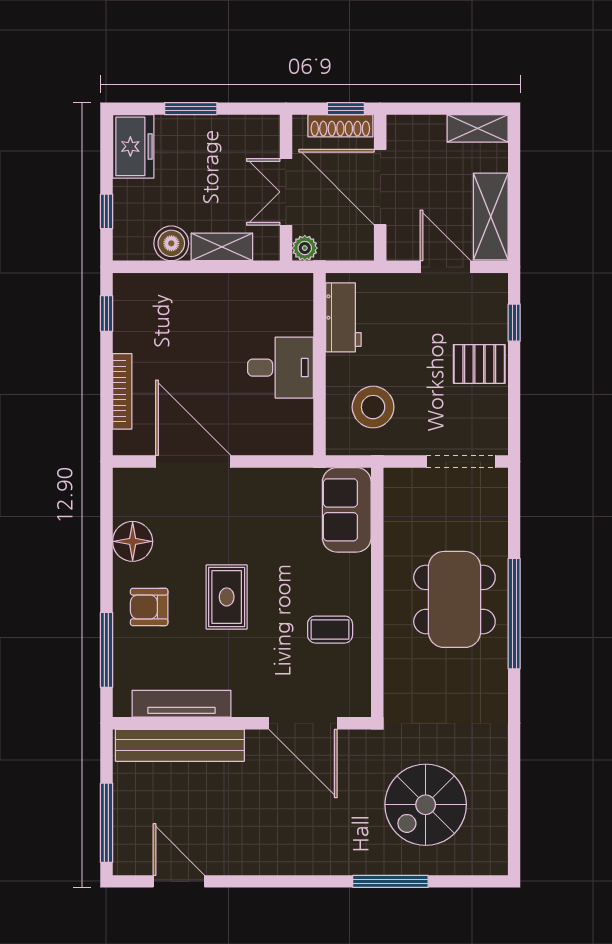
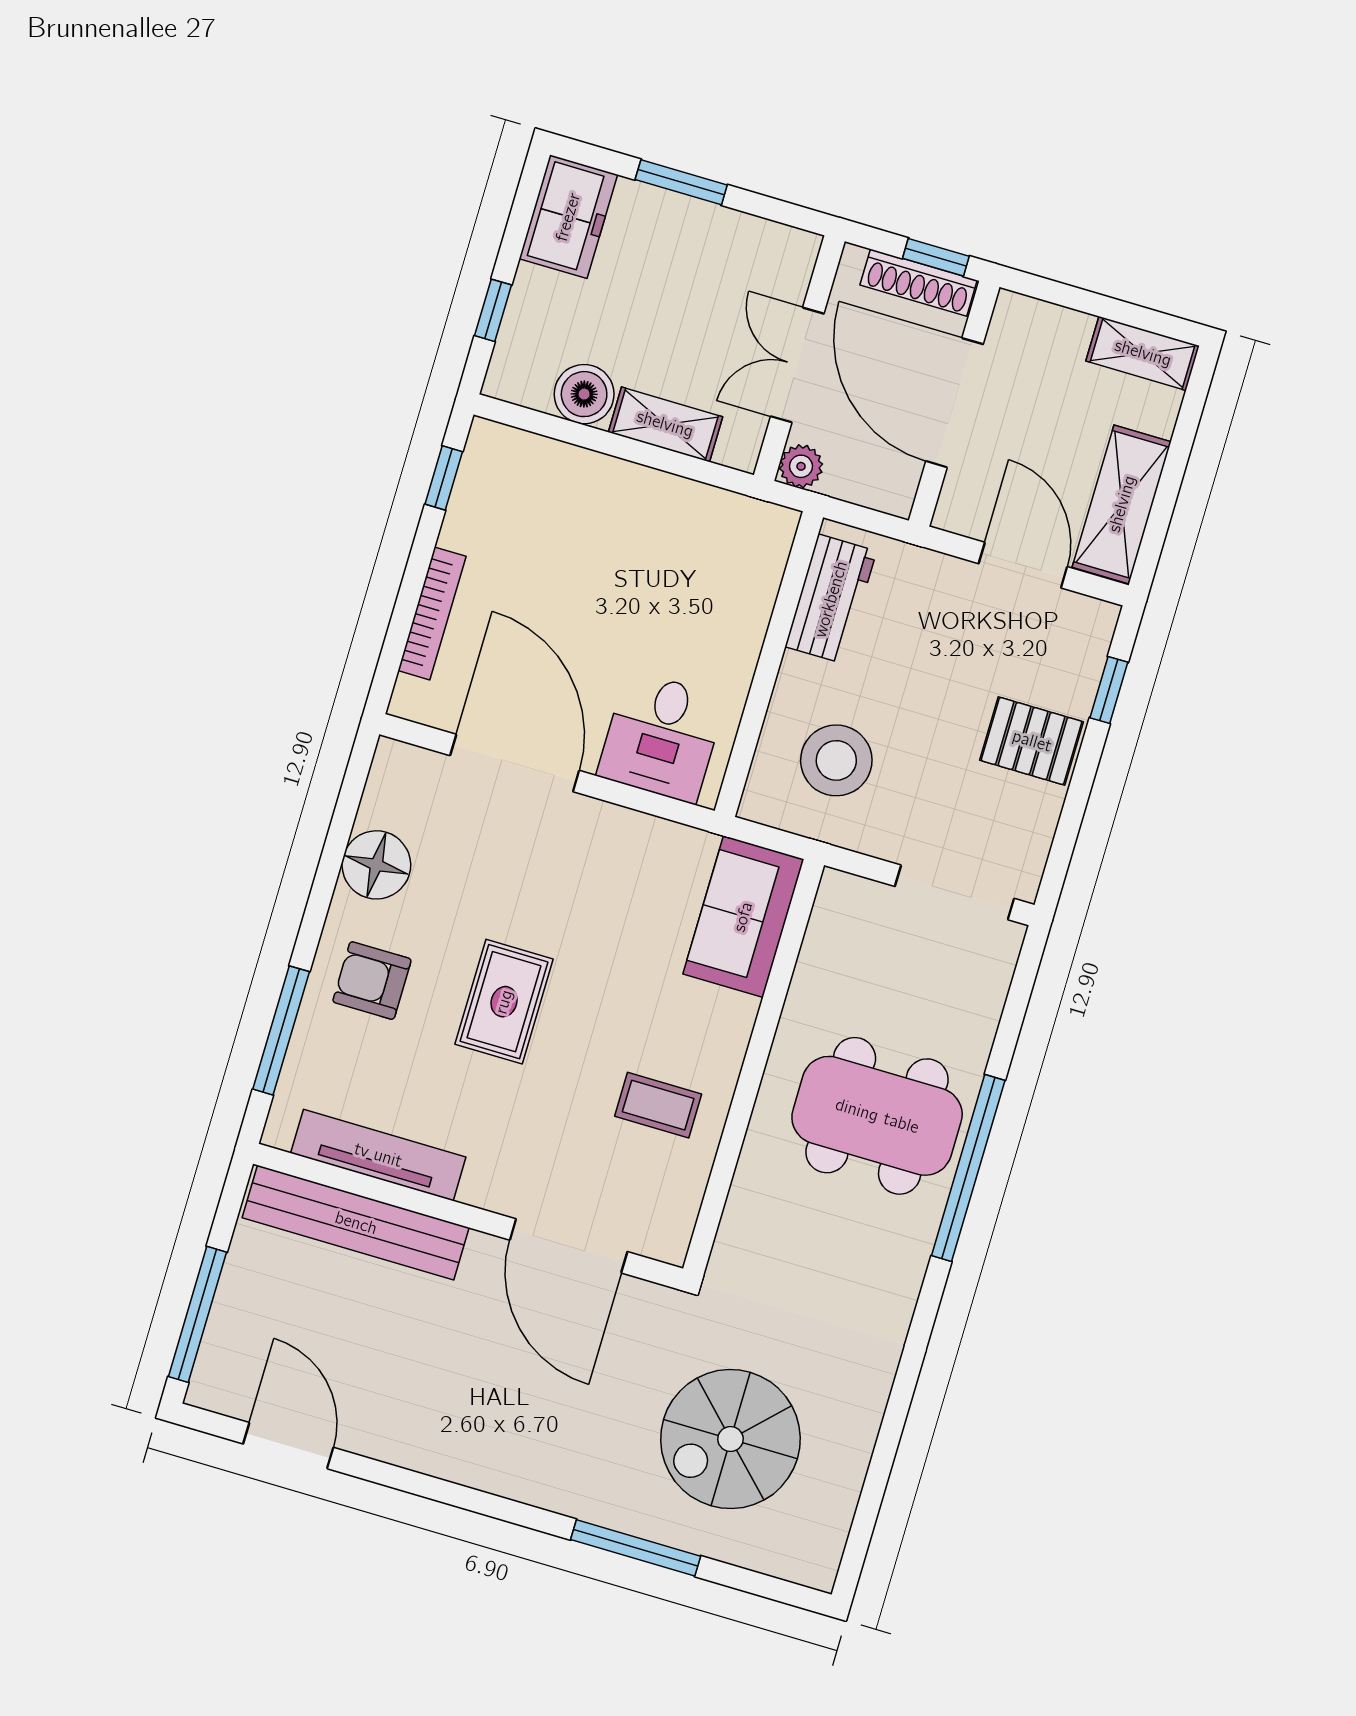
desk: (280, 368) -> (661, 737), moved, turned 90
dining table: (454, 599) -> (877, 1116), turned 90

